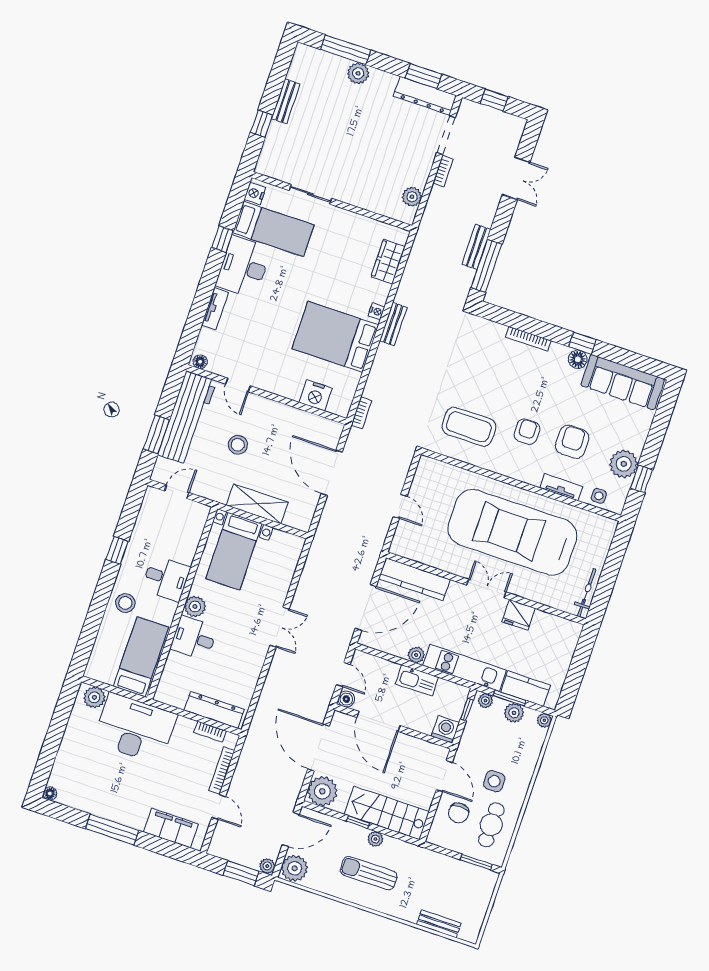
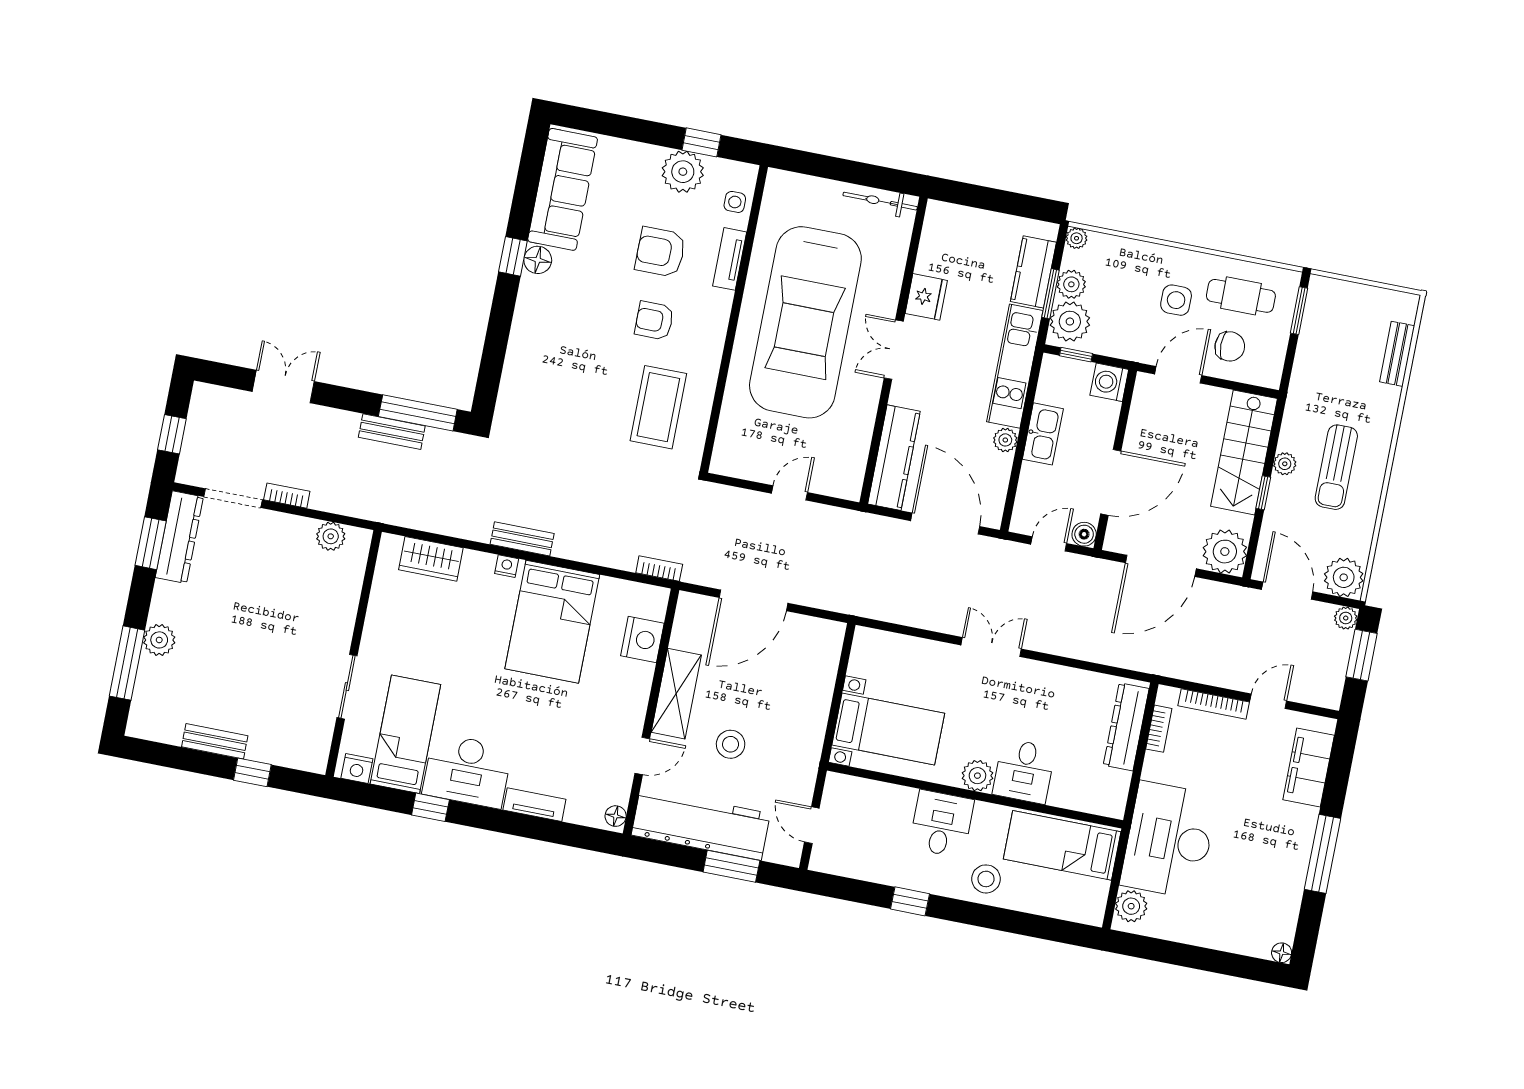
bookcase: (528, 339) -> (517, 337), removed
shelving: (257, 504) -> (676, 694), moved
plant: (485, 701) -> (1070, 322), width x1.87, depth x1.87

